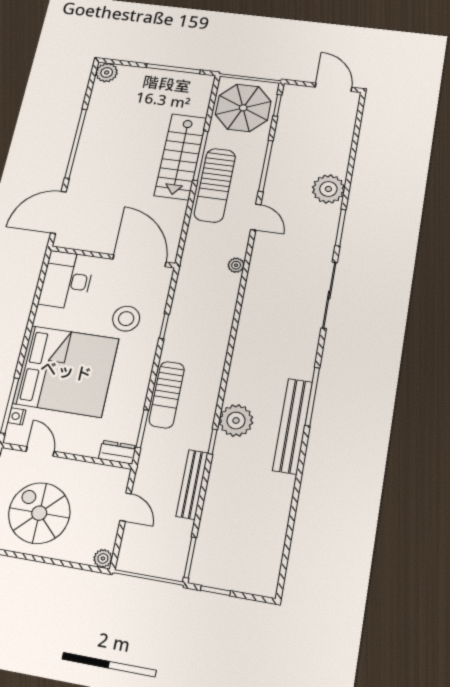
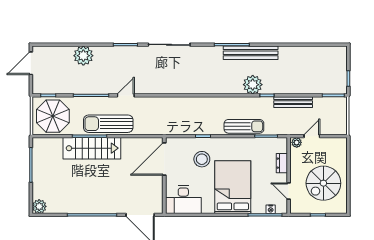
sun lounger: (215, 185) -> (108, 124), turned 180
plant: (328, 189) -> (83, 56), moved
plant: (236, 265) -> (159, 102), removed
bed: (66, 371) -> (233, 187), width x0.73
door: (40, 451) -> (289, 191), hinge flipped
dresser: (117, 452) -> (282, 163), moved
plant: (103, 558) -> (297, 142), moved

